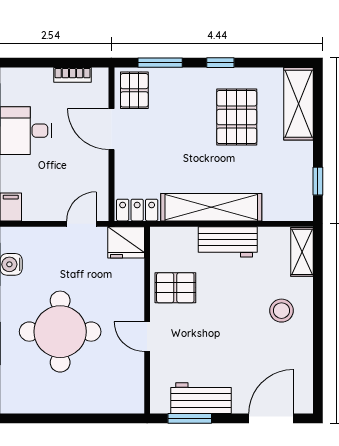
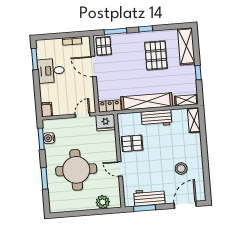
window: (318, 181) -> (198, 73), moved
shelving: (290, 211) -> (186, 100), added
stool: (281, 311) -> (181, 169), moved
plant: (108, 400) -> (103, 202), added

